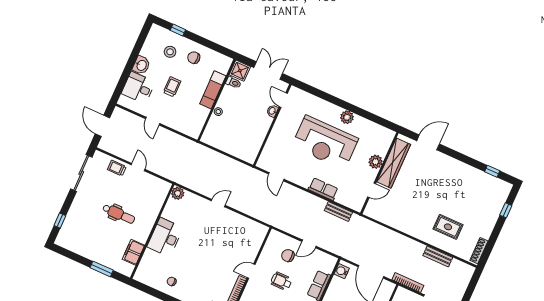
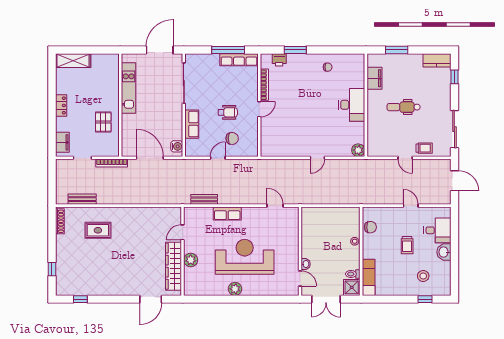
chair: (194, 58) -> (370, 227), moved
exam couch: (213, 90) -> (369, 277), moved
kitchen counter: (69, 243) -> (437, 60), added
bench: (438, 256) -> (82, 199), moved

